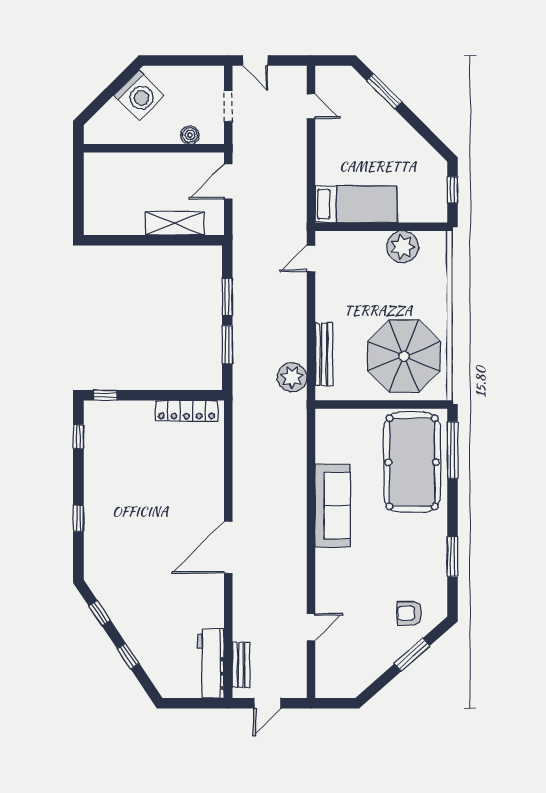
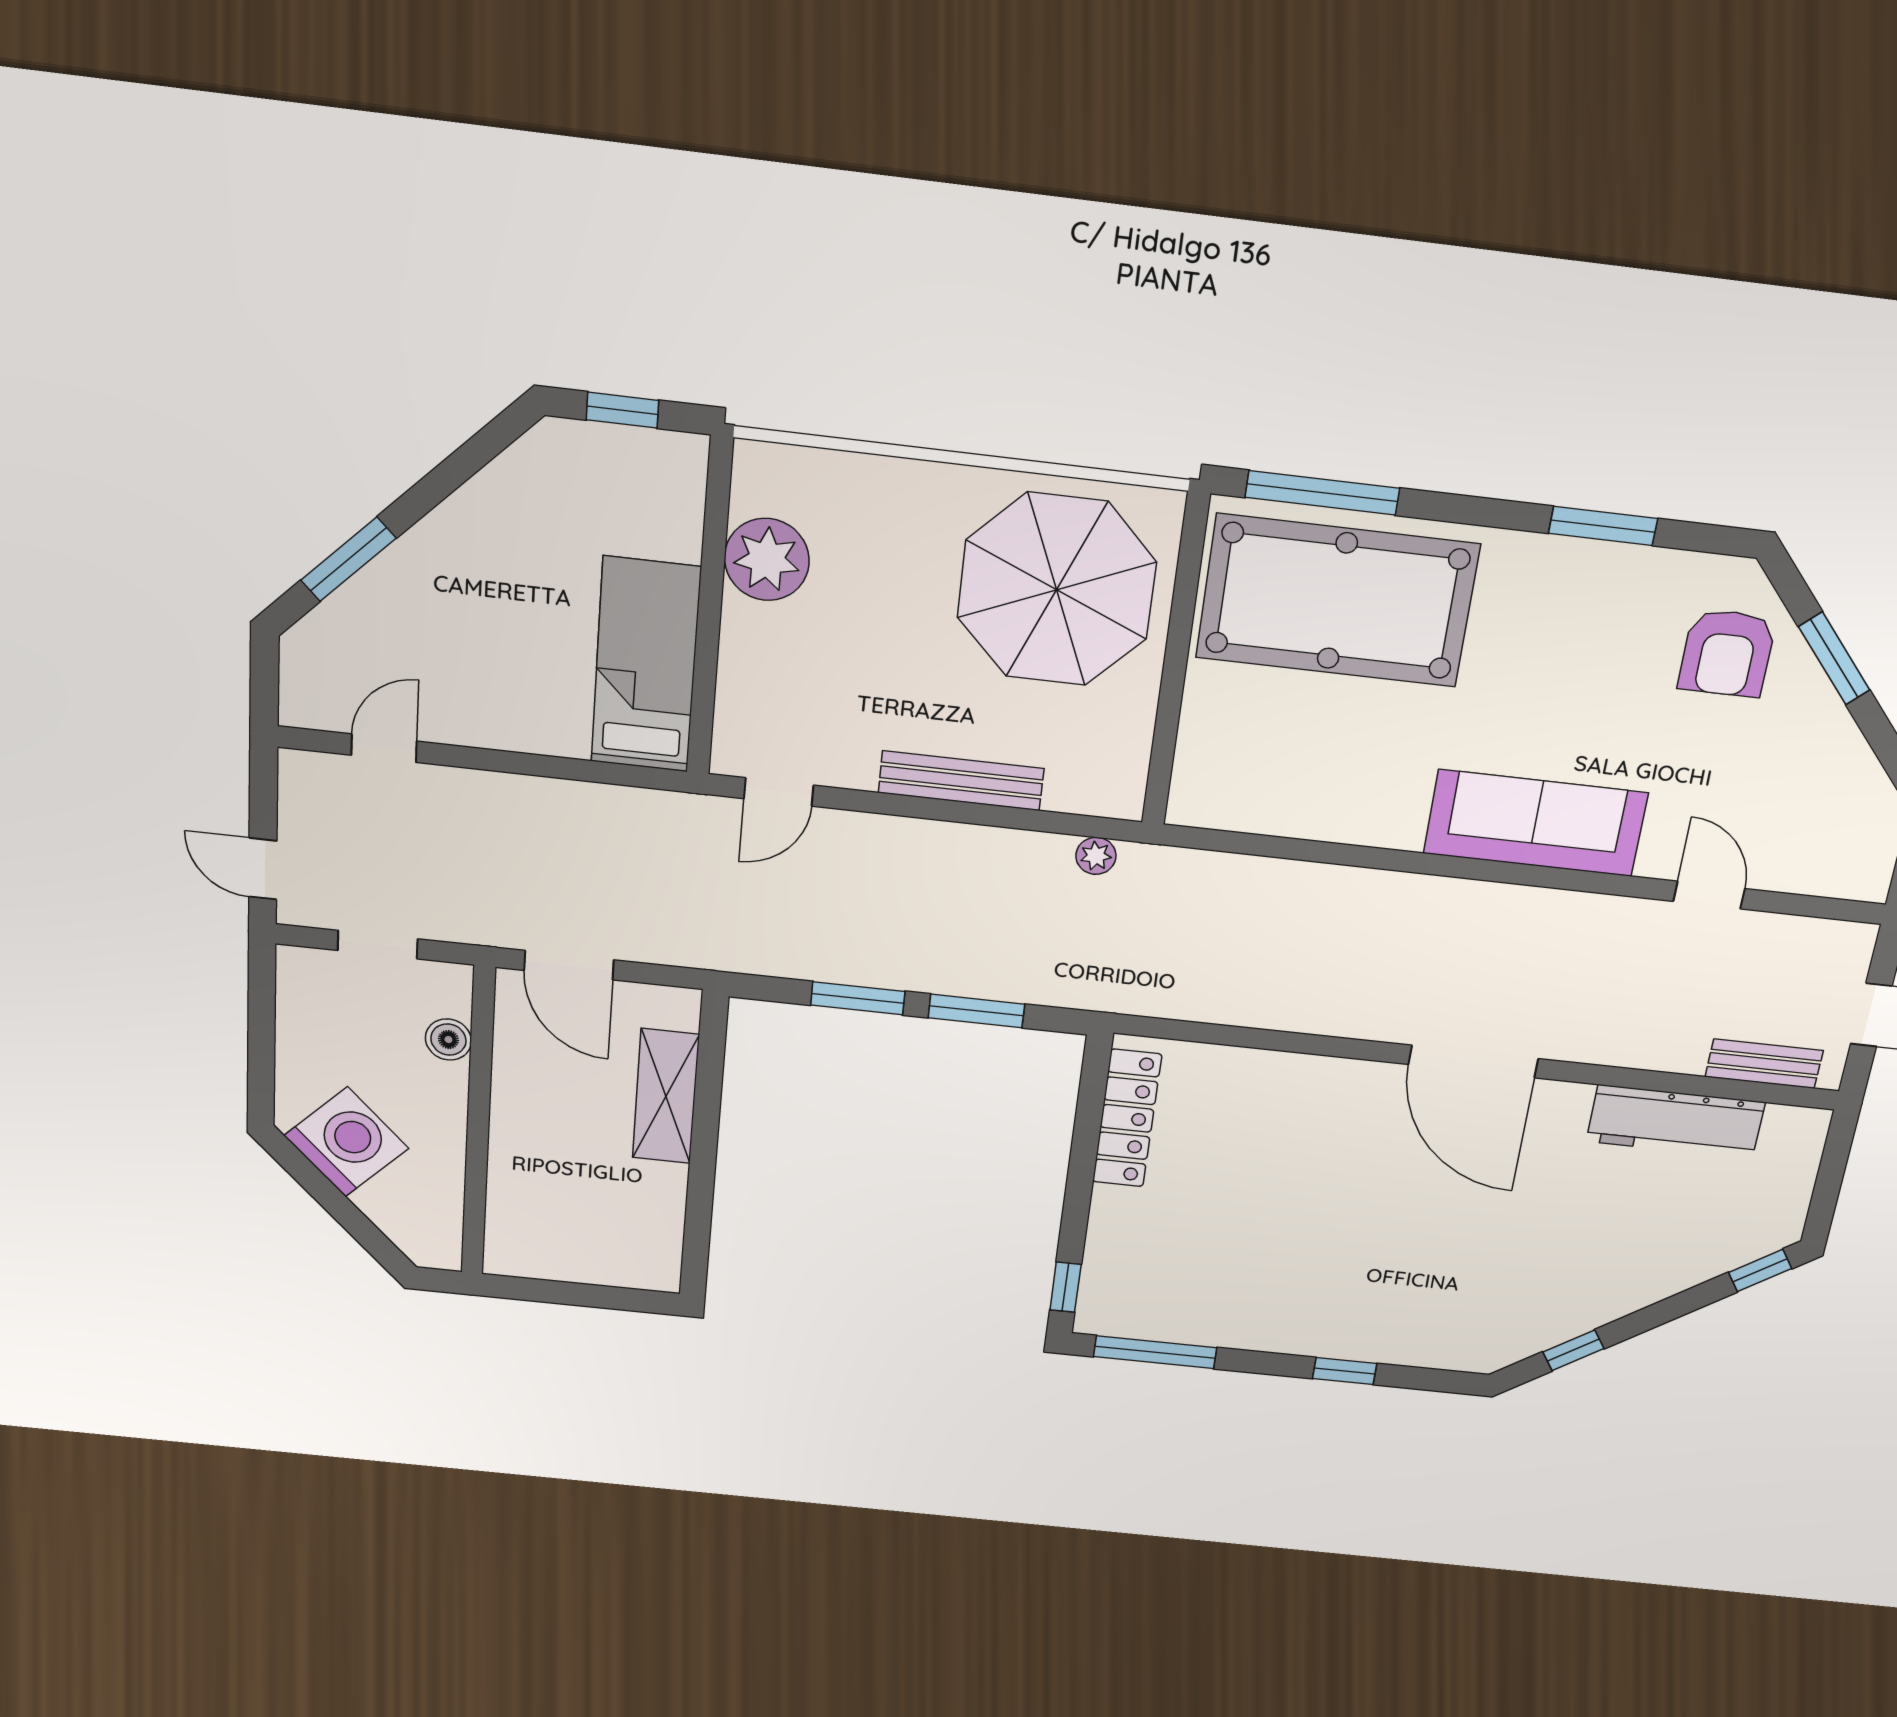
door: (255, 60) -> (263, 869), swing flipped
door: (311, 259) -> (779, 792), hinge flipped
bench: (324, 354) -> (961, 781), moved
plant: (292, 377) -> (1096, 856), width x0.53, depth x0.53
window: (78, 437) -> (1155, 1352), width x2.17
sofa: (333, 506) -> (1536, 823), moved
armchair: (409, 613) -> (1727, 653), width x1.38, depth x1.38
window: (128, 656) -> (1760, 1270), moved
workbench: (211, 663) -> (1676, 1122), moved

